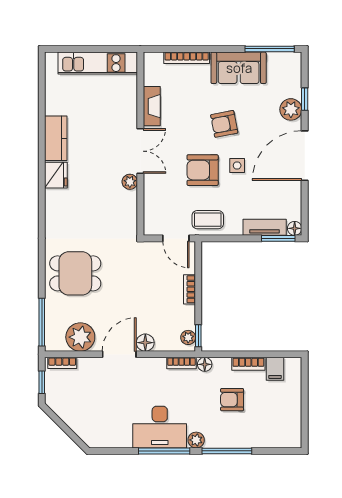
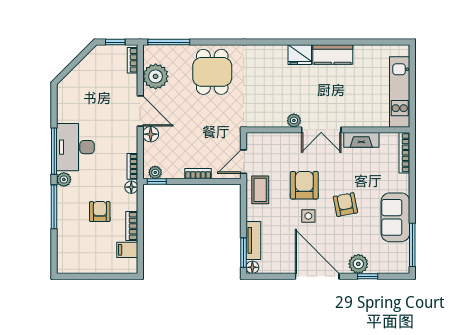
bookcase: (187, 58) -> (404, 153), moved

